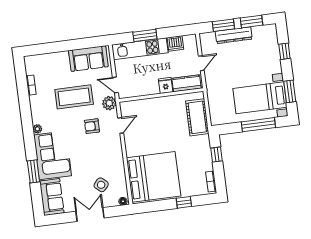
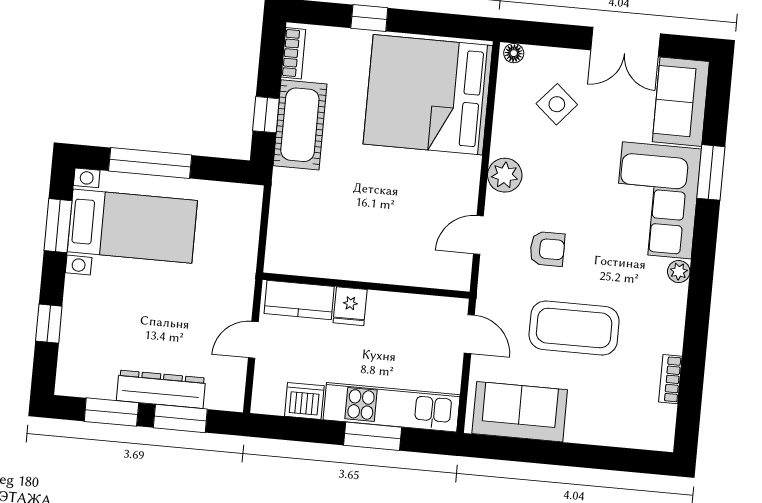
plant: (109, 103) -> (505, 175), moved
cot: (197, 117) -> (300, 125), moved
double door: (90, 215) -> (625, 42), moved

